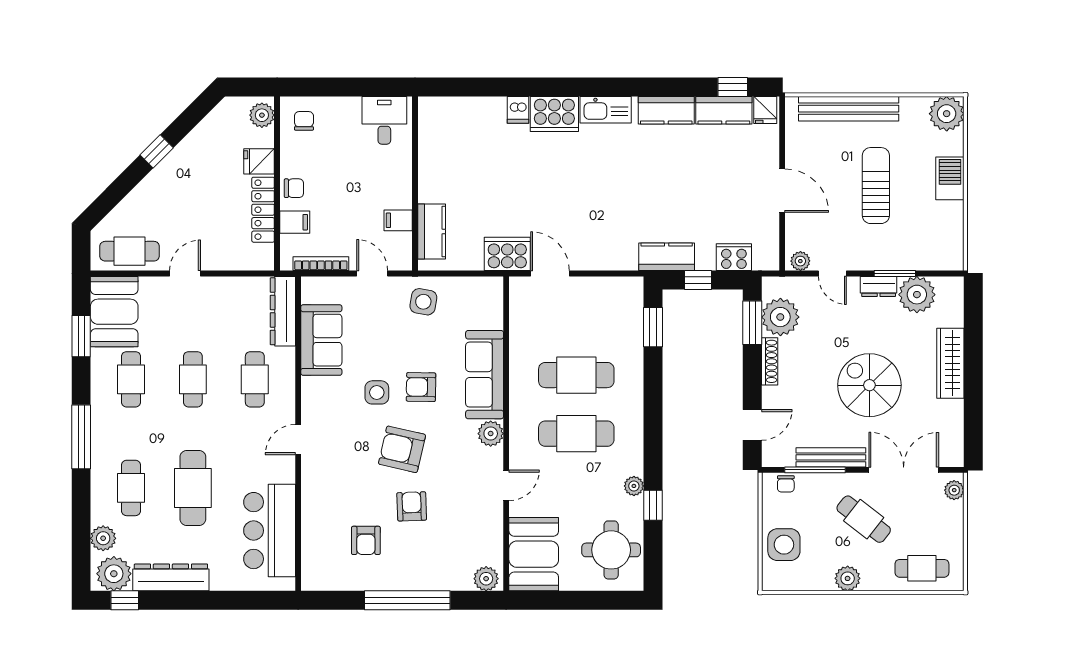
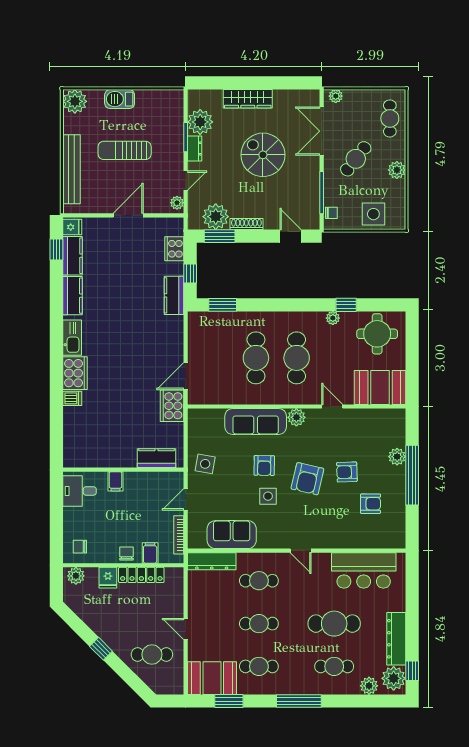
filing cabinet: (398, 220) -> (115, 481), moved
cafe table: (130, 251) -> (152, 654), moved, turned 90
spiral stairs: (869, 385) -> (263, 155), turned 90
bench: (831, 457) -> (313, 182), removed
plant: (486, 579) -> (397, 457), moved

